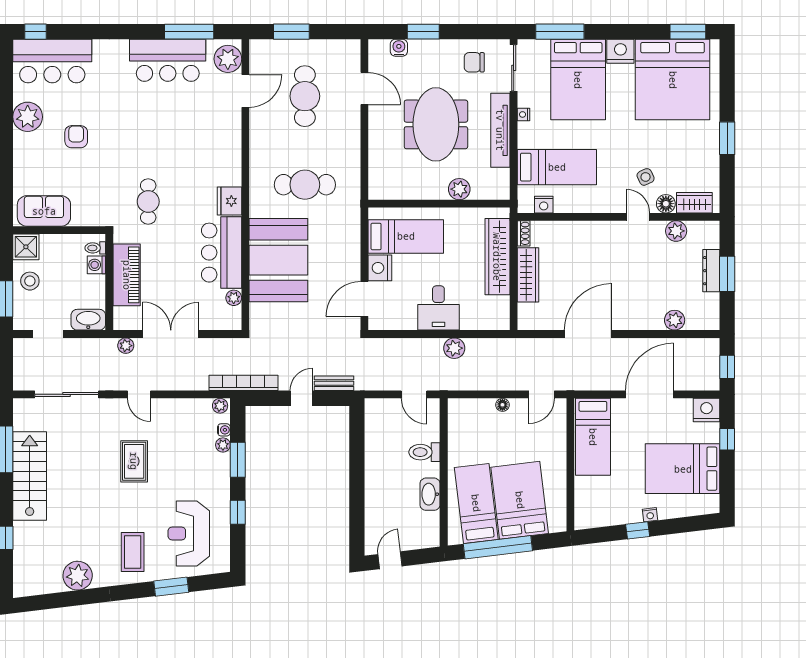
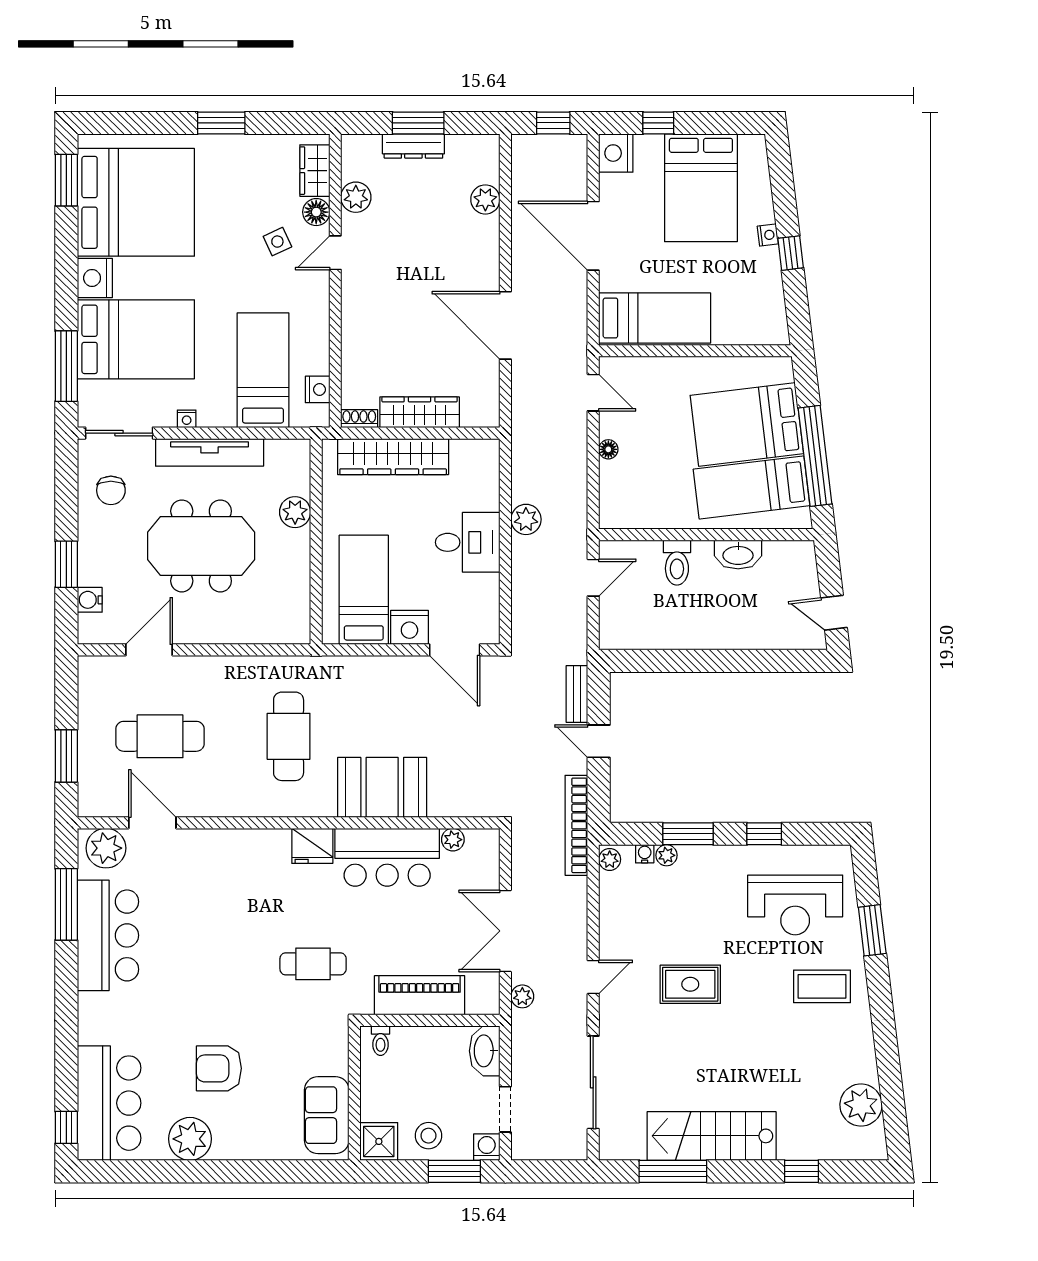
armchair: (76, 137) -> (219, 1068), width x1.38, depth x1.38
booth: (278, 260) -> (382, 787), width x0.73, depth x0.70
washing machine: (96, 265) -> (487, 1147), moved, turned 180
plant: (78, 576) -> (861, 1105), moved

